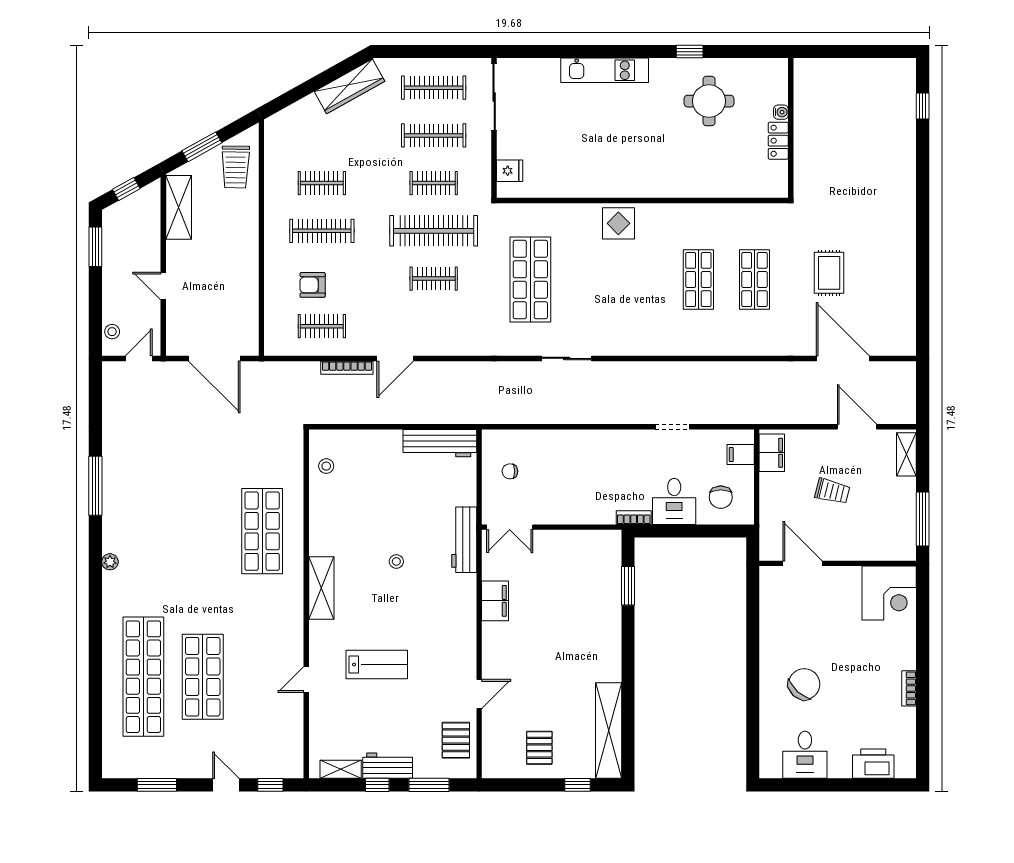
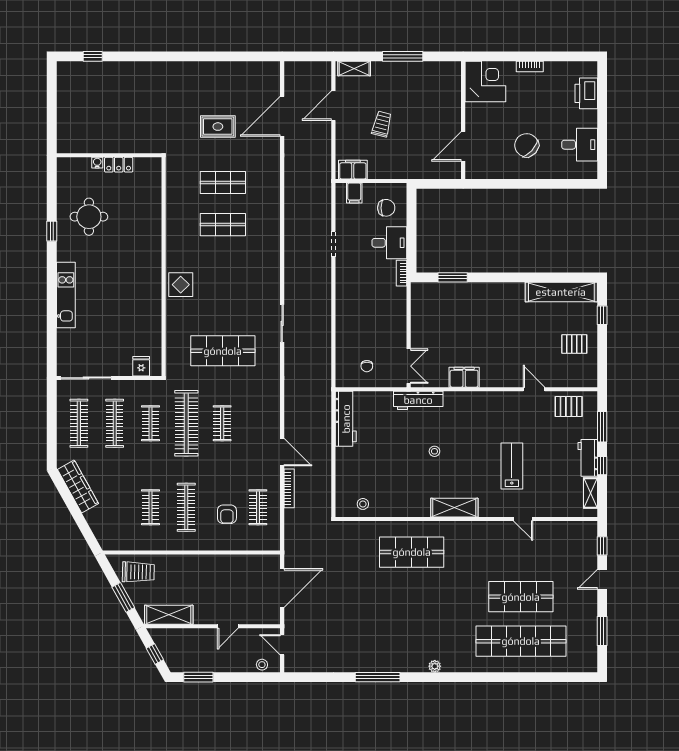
door: (803, 563) -> (463, 146), moved
wall: (838, 563) -> (463, 120), moved
corner desk: (889, 593) -> (485, 81), moved

